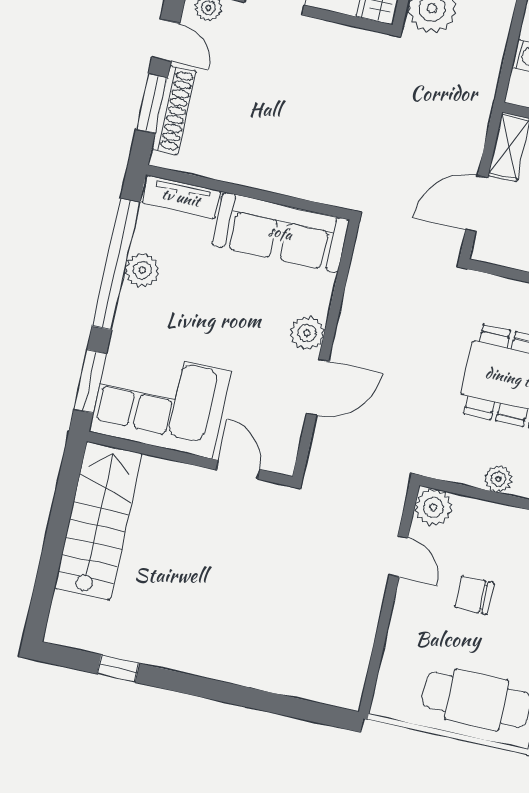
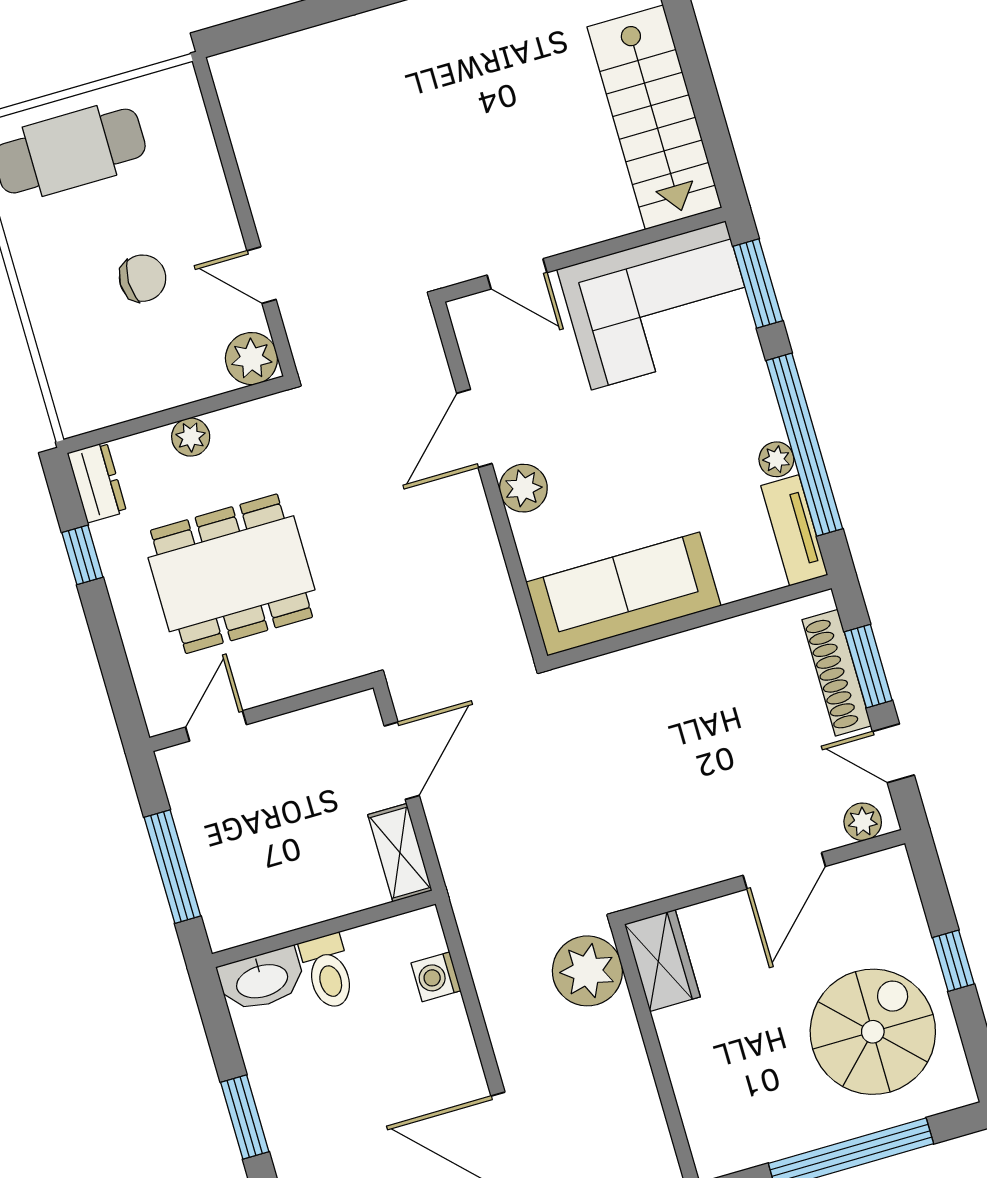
tv unit: (181, 197) -> (794, 530), moved, turned -90
plant: (142, 270) -> (776, 459), width x0.73, depth x0.73

